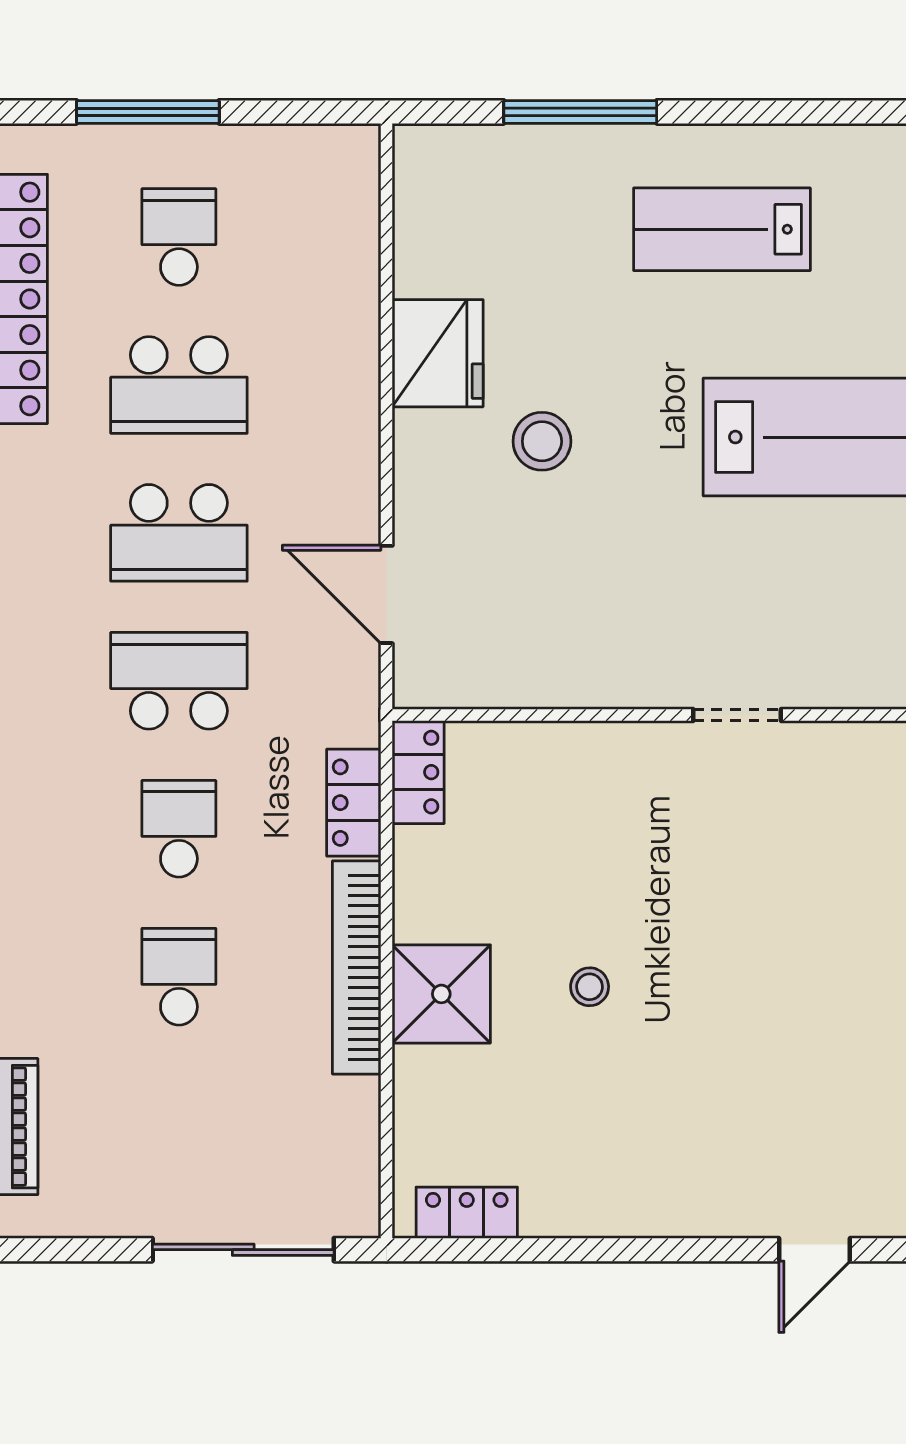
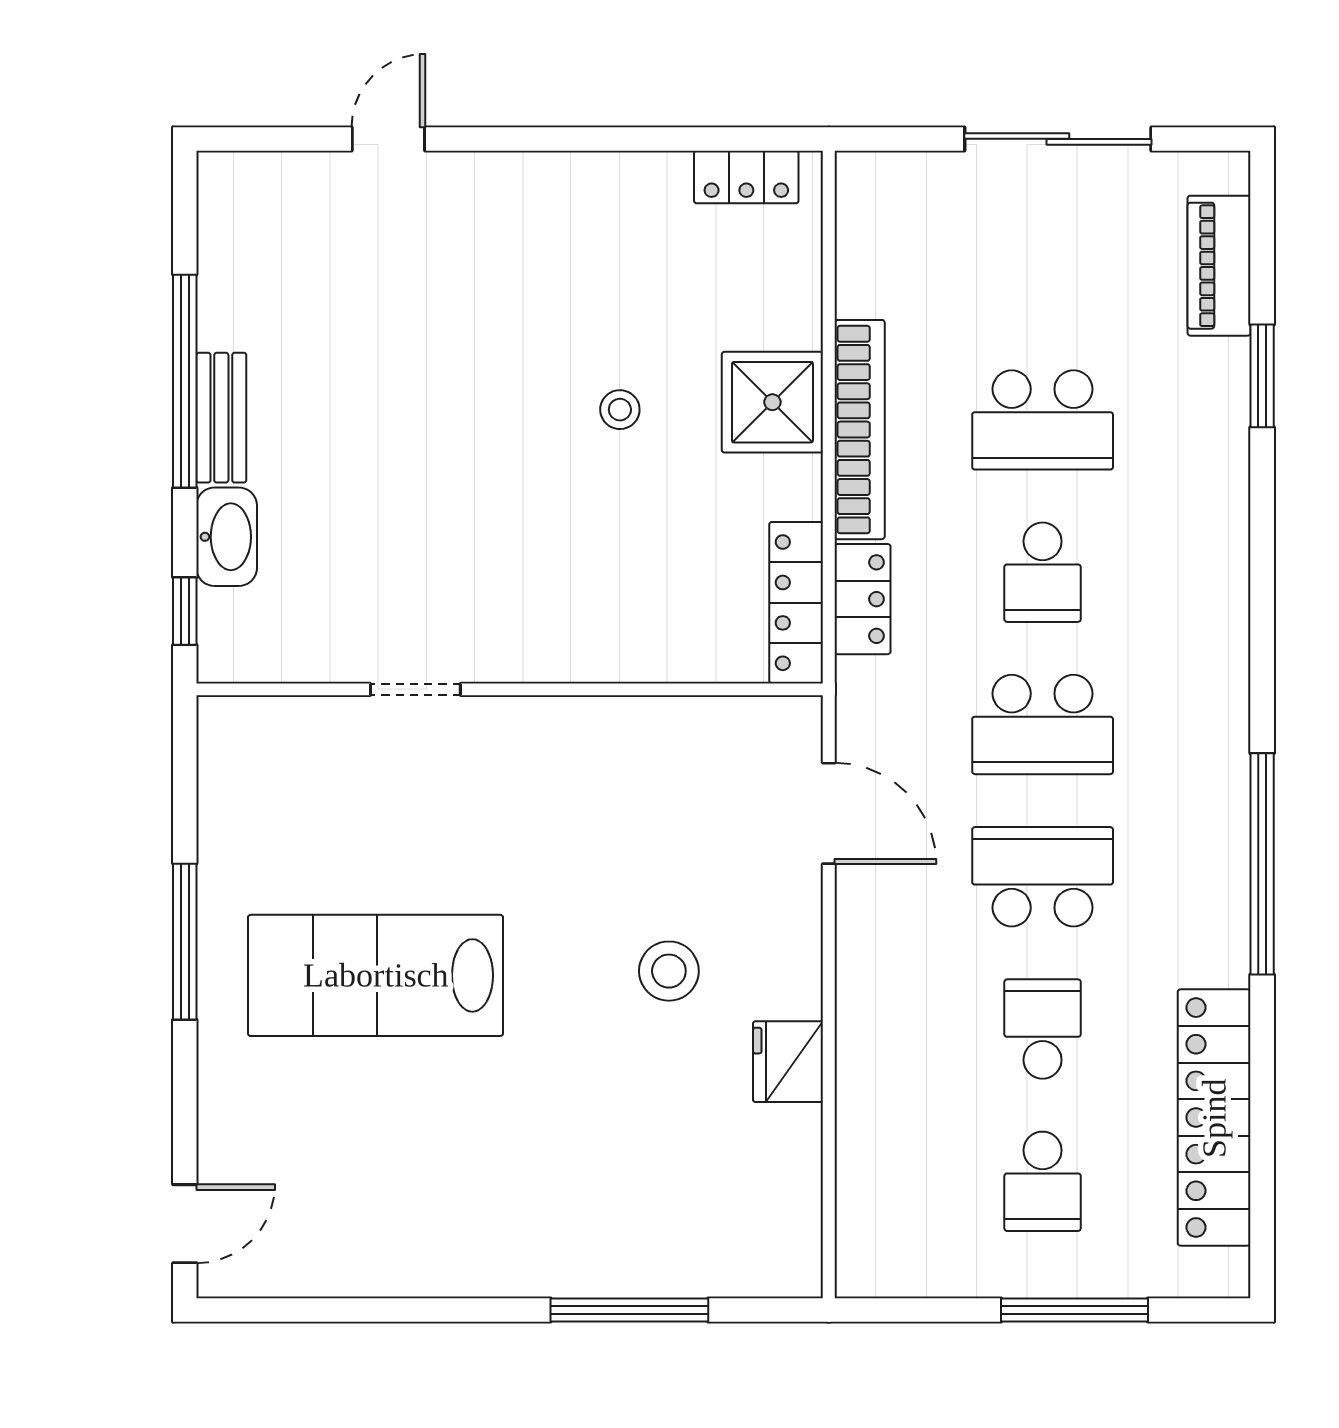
lab bench: (722, 229) -> (484, 1189), removed
fridge: (438, 353) -> (788, 1062), width x0.73, depth x0.75
school desk: (179, 385) -> (1043, 1029), width x0.54
doorway: (737, 715) -> (415, 689), moved
locker: (418, 772) -> (796, 603), width x1.53
school desk: (179, 977) -> (1043, 420), width x1.85
sliding door: (243, 1250) -> (1058, 139), moved

